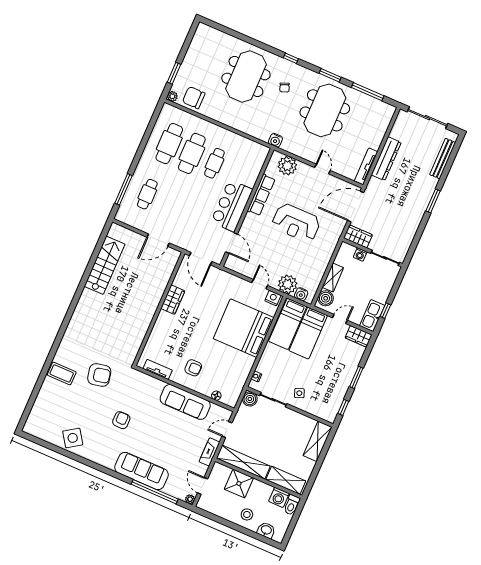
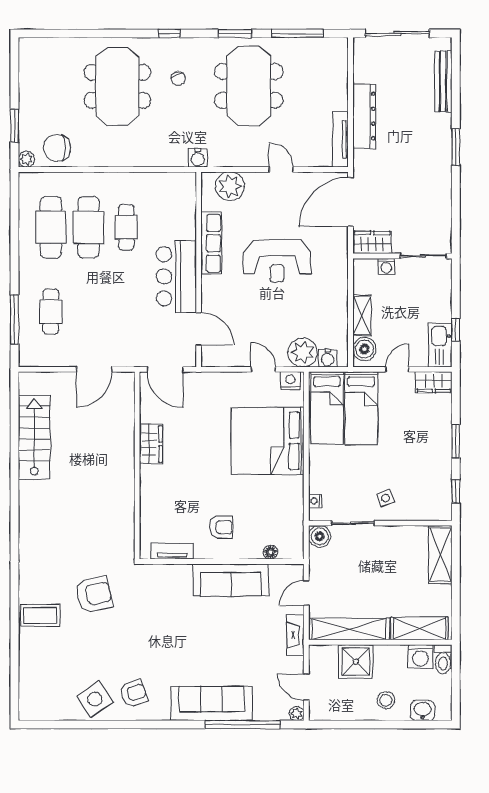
armchair: (121, 420) -> (133, 693), moved, turned 71

